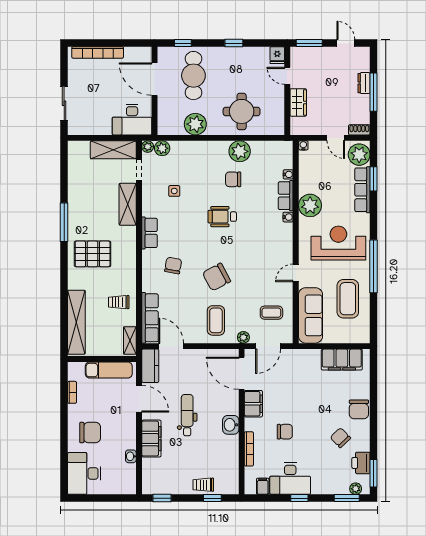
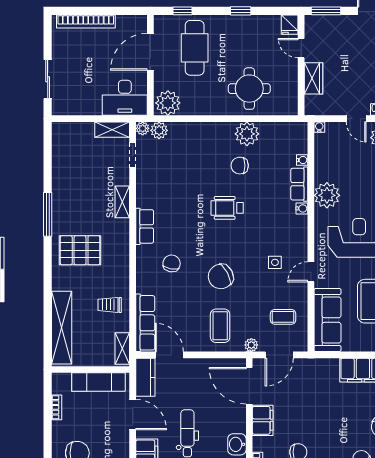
door: (155, 79) -> (150, 52), hinge flipped
plant: (195, 124) -> (168, 103), moved
shelving: (113, 150) -> (112, 130), width x0.67, depth x0.75
side table: (174, 191) -> (275, 262), moved
shelving: (128, 204) -> (122, 202), width x0.67, depth x0.75

